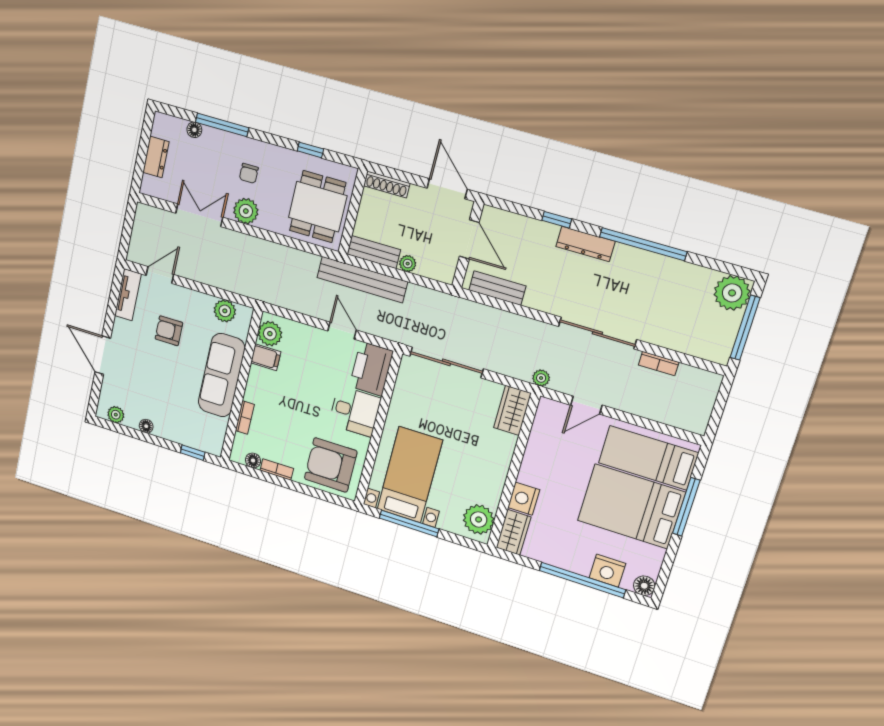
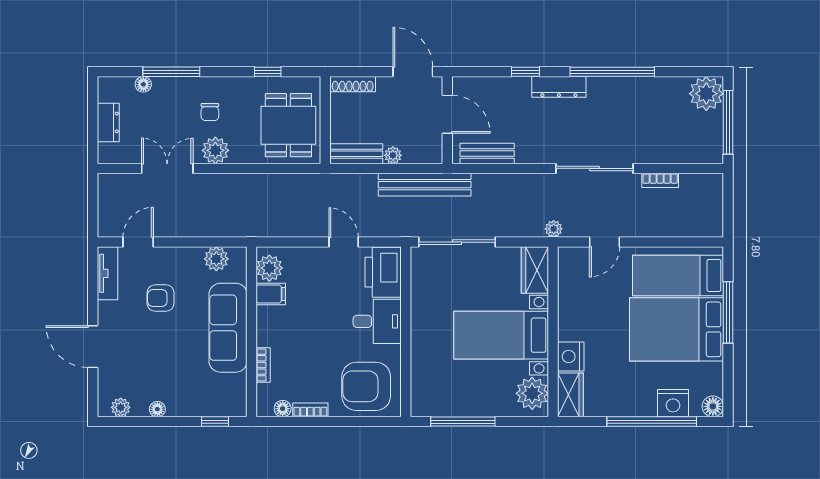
bench: (362, 280) -> (425, 185), moved
bed with nightstands: (410, 475) -> (501, 335), moved, turned -90

